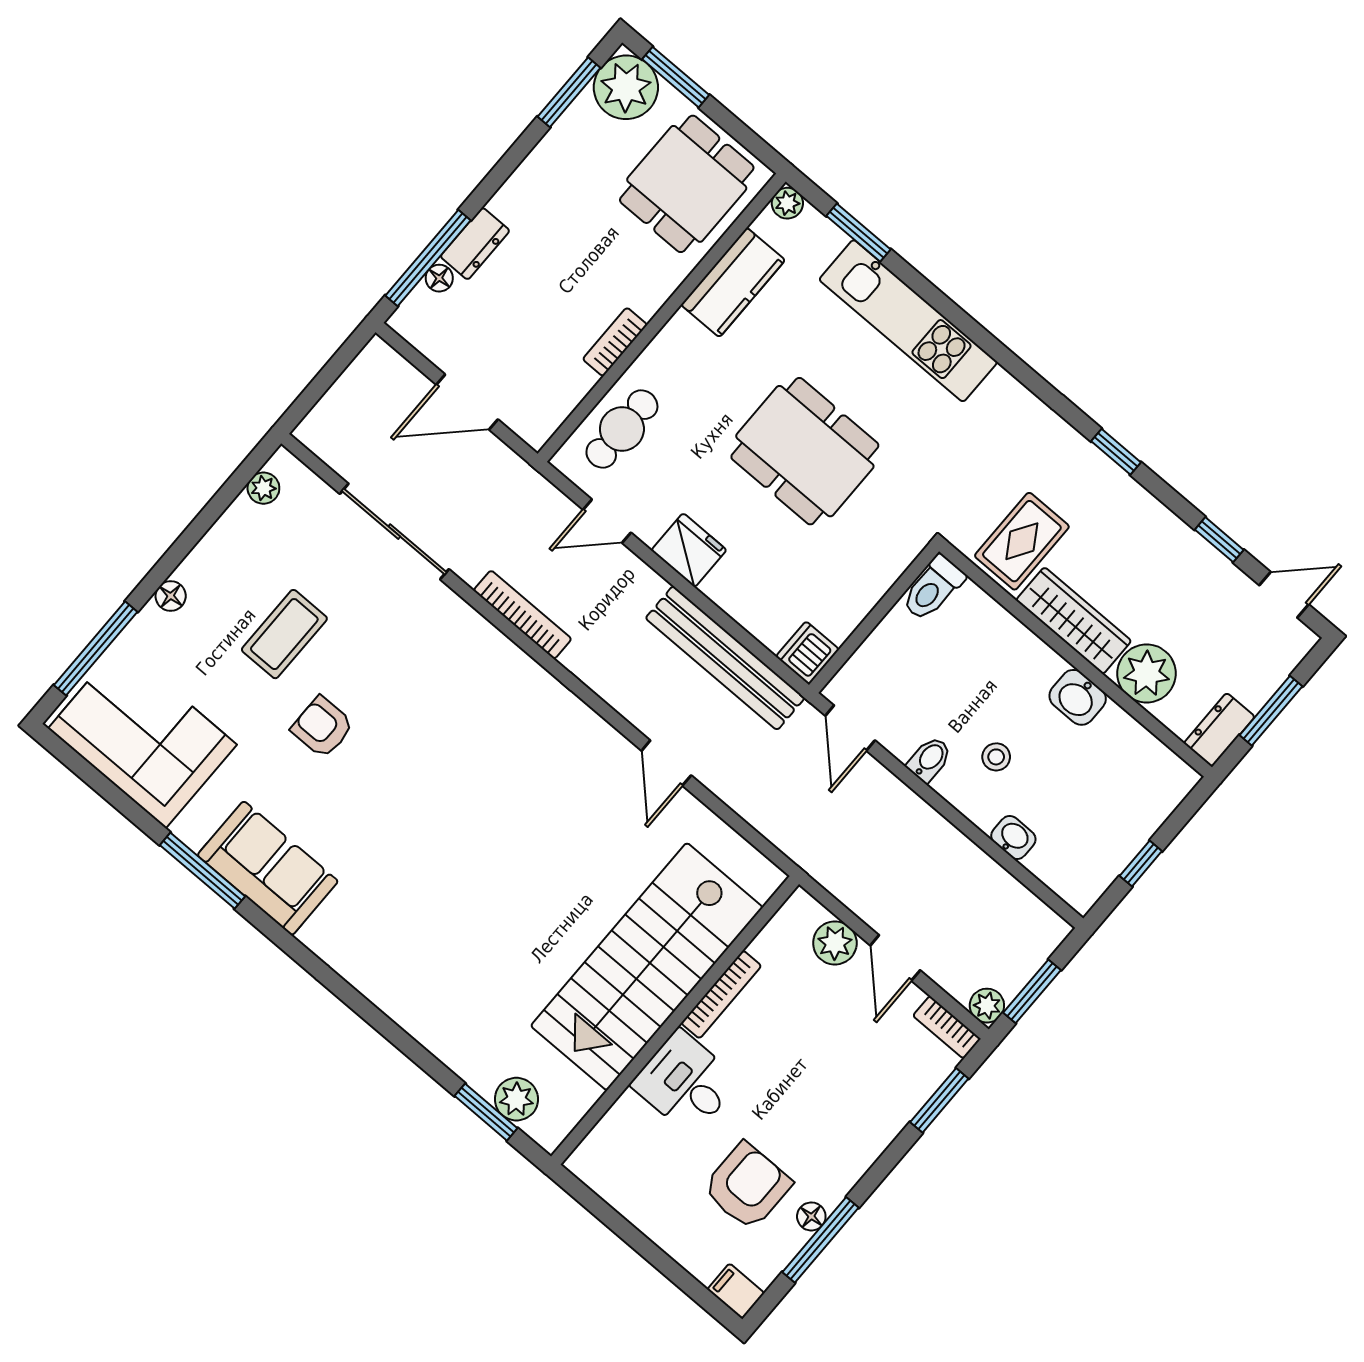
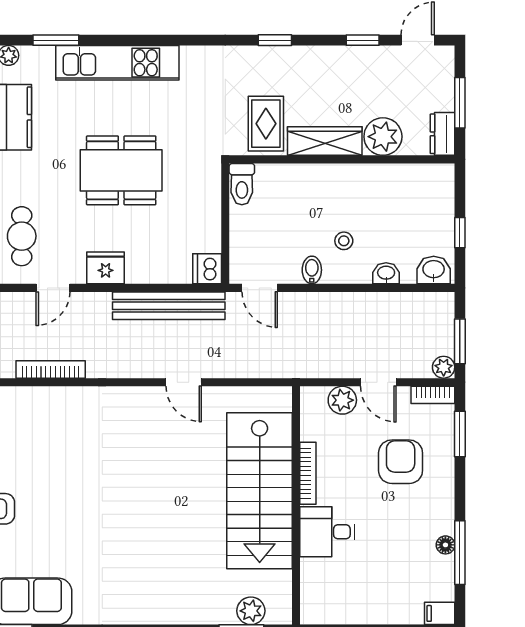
washbasin: (1078, 697) -> (434, 270), moved, turned 180
armchair: (747, 1186) -> (401, 462), moved

